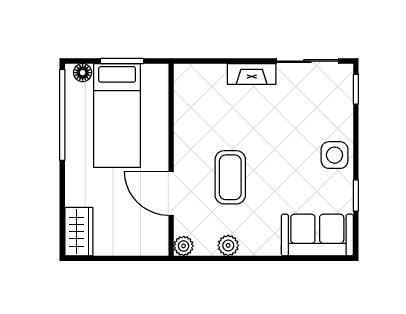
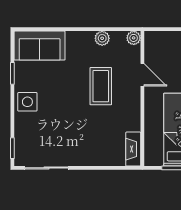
fireplace: (252, 74) -> (133, 149), moved, turned -90
door: (171, 193) -> (142, 75), width x0.73

